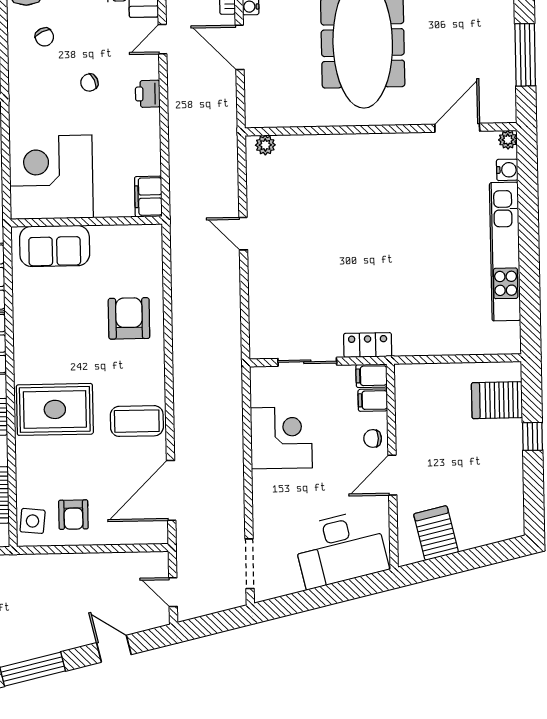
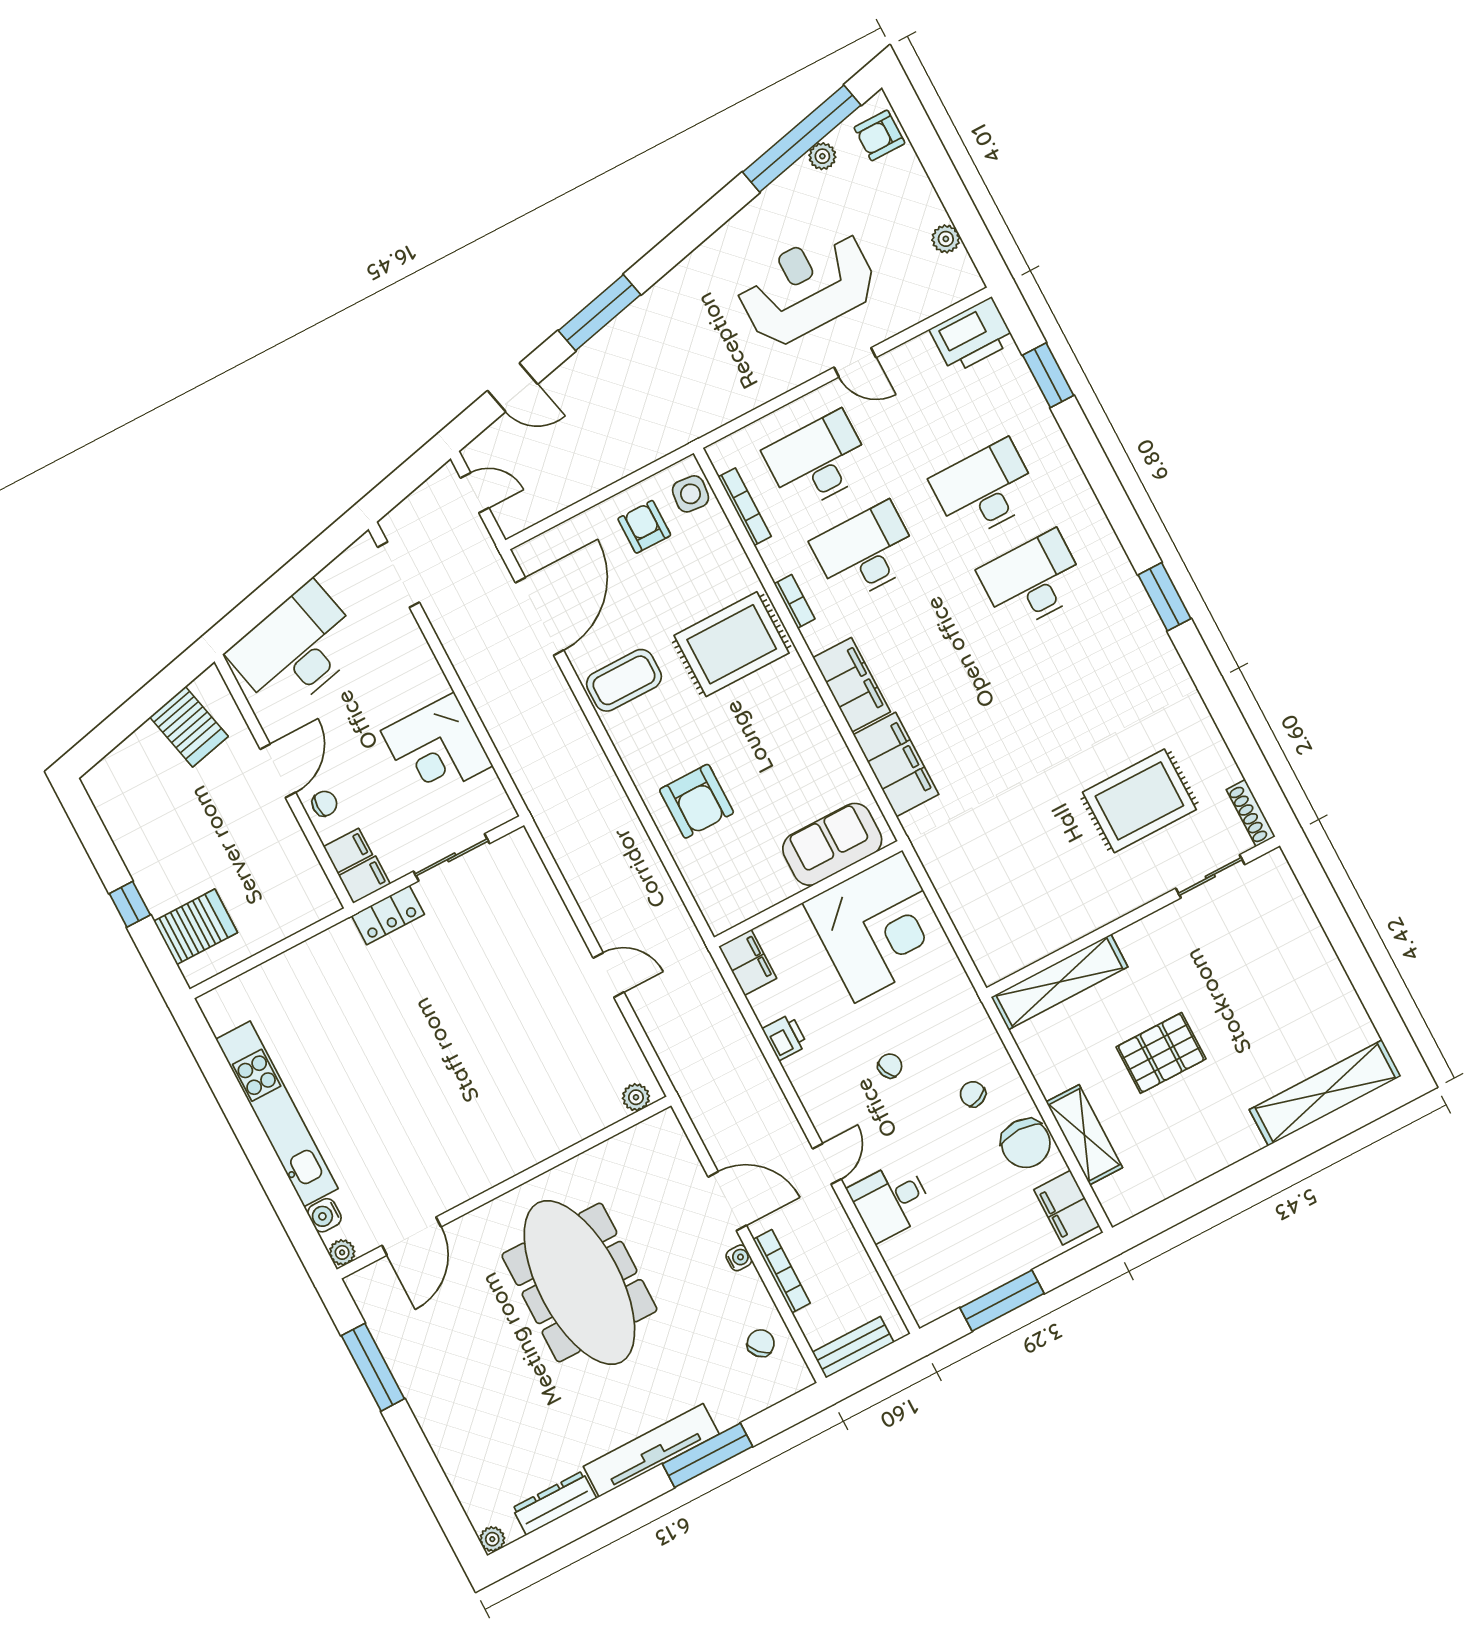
printer: (148, 94) -> (785, 1037), moved

